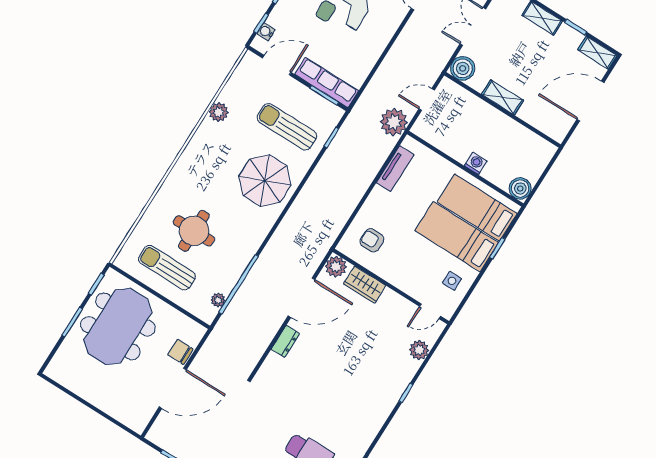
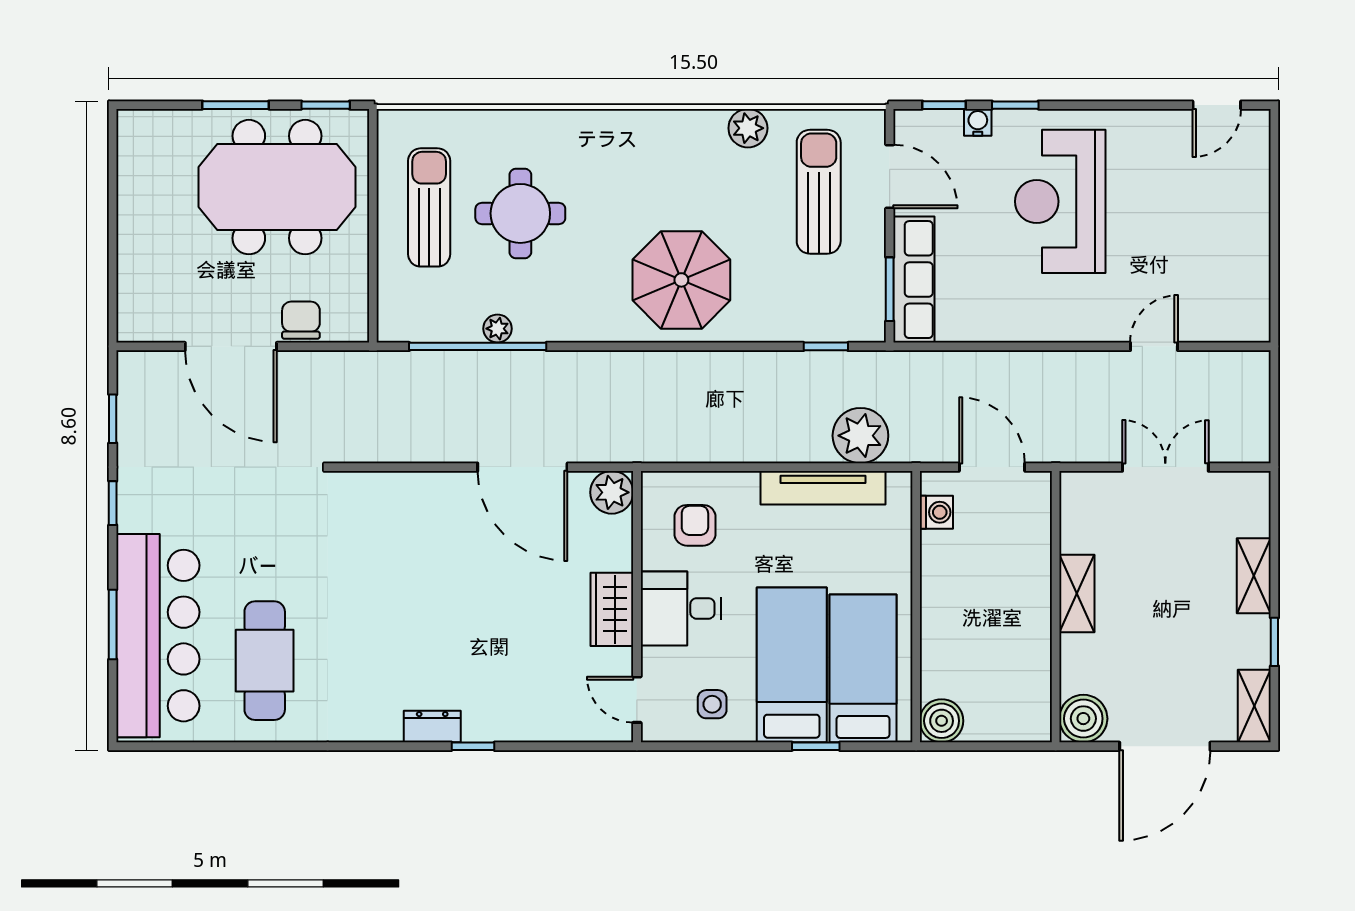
water cooler: (266, 32) -> (978, 122), moved
boiler: (463, 68) -> (1083, 719), moved
door: (427, 100) -> (992, 467), width x1.38
door: (590, 101) -> (1165, 746), swing flipped
plant: (394, 122) -> (860, 436), moved
sun lounger: (287, 127) -> (819, 192), moved
washing machine: (476, 163) -> (936, 512), moved
tv unit: (395, 169) -> (823, 488), width x1.41
desk: (403, 268) -> (681, 608), added
wardrobe: (365, 285) -> (612, 609), moved
plant: (218, 300) -> (497, 329), moved
dresser: (285, 341) -> (432, 727), moved, turned 180
plant: (419, 350) -> (560, 723), removed

